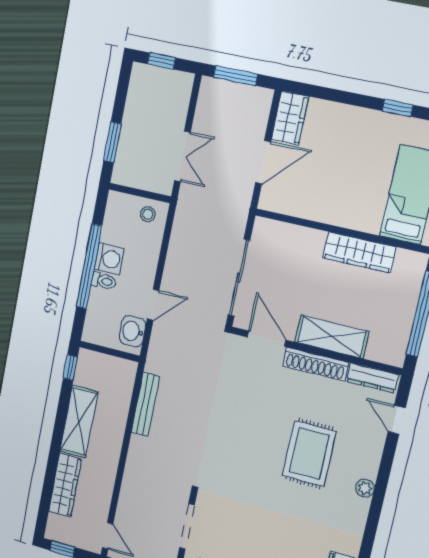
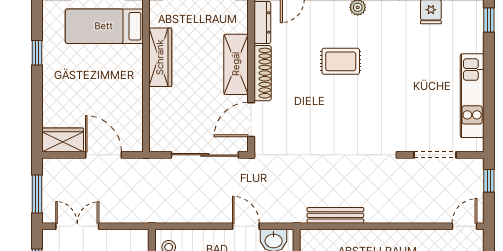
double door: (182, 156) -> (77, 226), moved
rug: (309, 454) -> (341, 61), width x0.73, depth x0.70

